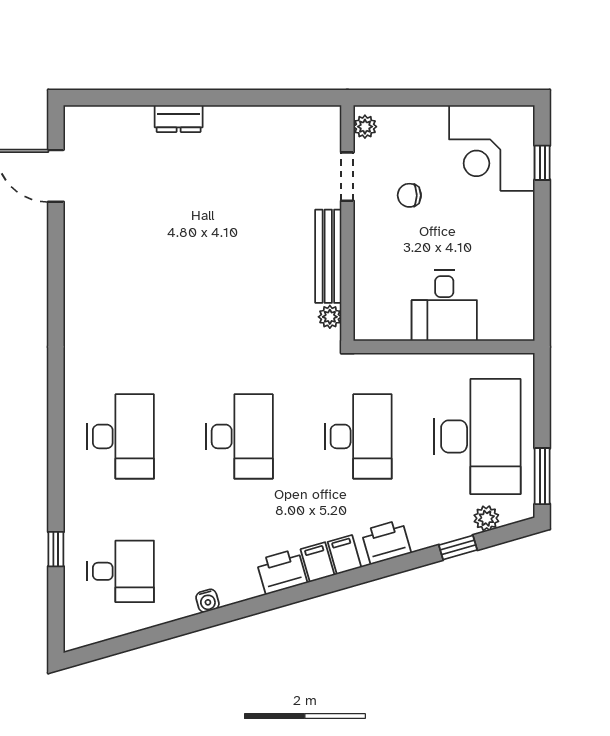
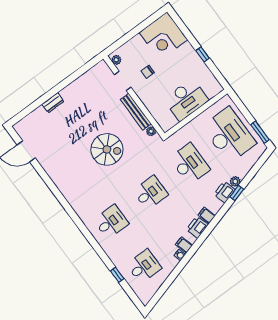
window: (542, 163) -> (203, 54), moved
spiral stairs: (217, 288) -> (107, 149), added
desk: (444, 306) -> (186, 100), width x1.37
desk: (121, 436) -> (111, 222), width x0.73
desk: (240, 436) -> (150, 193), width x0.73
plant: (486, 518) -> (235, 181), moved
window: (458, 547) -> (237, 193), moved
filing cabinet: (344, 555) -> (184, 245), moved

